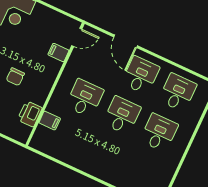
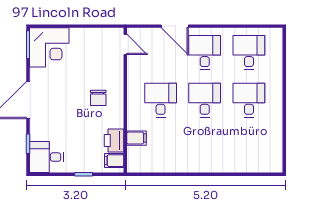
door: (77, 37) -> (125, 44), hinge flipped
filing cabinet: (58, 53) -> (114, 161), moved
chair: (15, 77) -> (98, 98), moved

